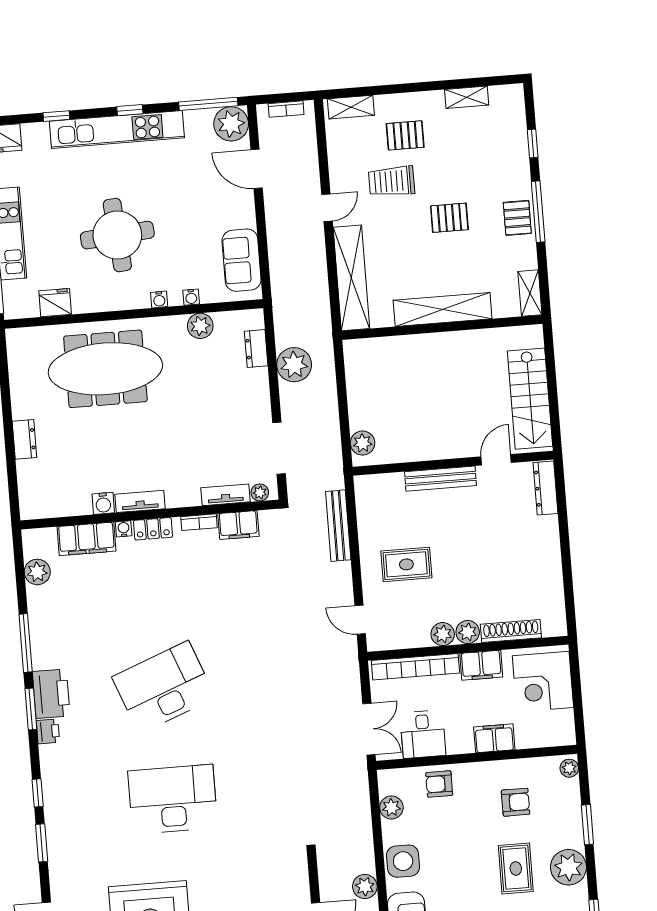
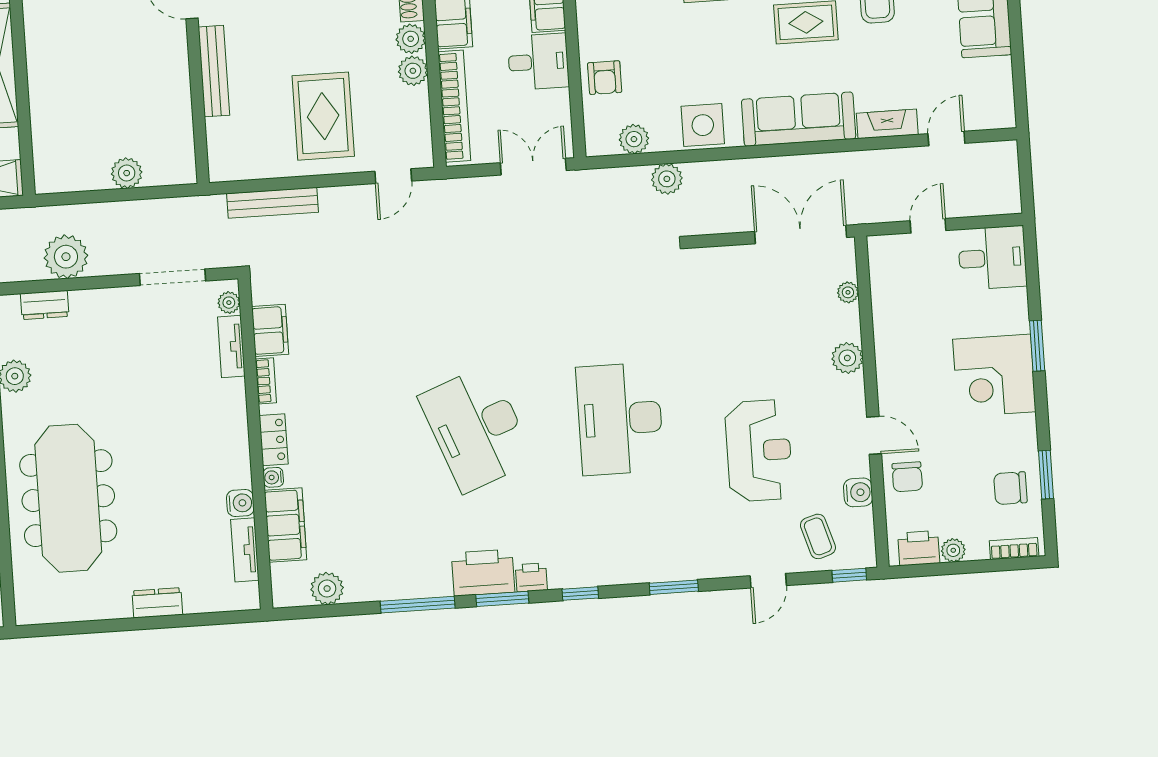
plant: (363, 443) -> (127, 173), moved
tv unit: (140, 501) -> (245, 550), moved
rug: (406, 564) -> (323, 116), width x1.36, depth x1.43
desk: (423, 734) -> (538, 62), moved
window: (38, 793) -> (580, 594), moved
plant: (365, 886) -> (667, 179), moved

